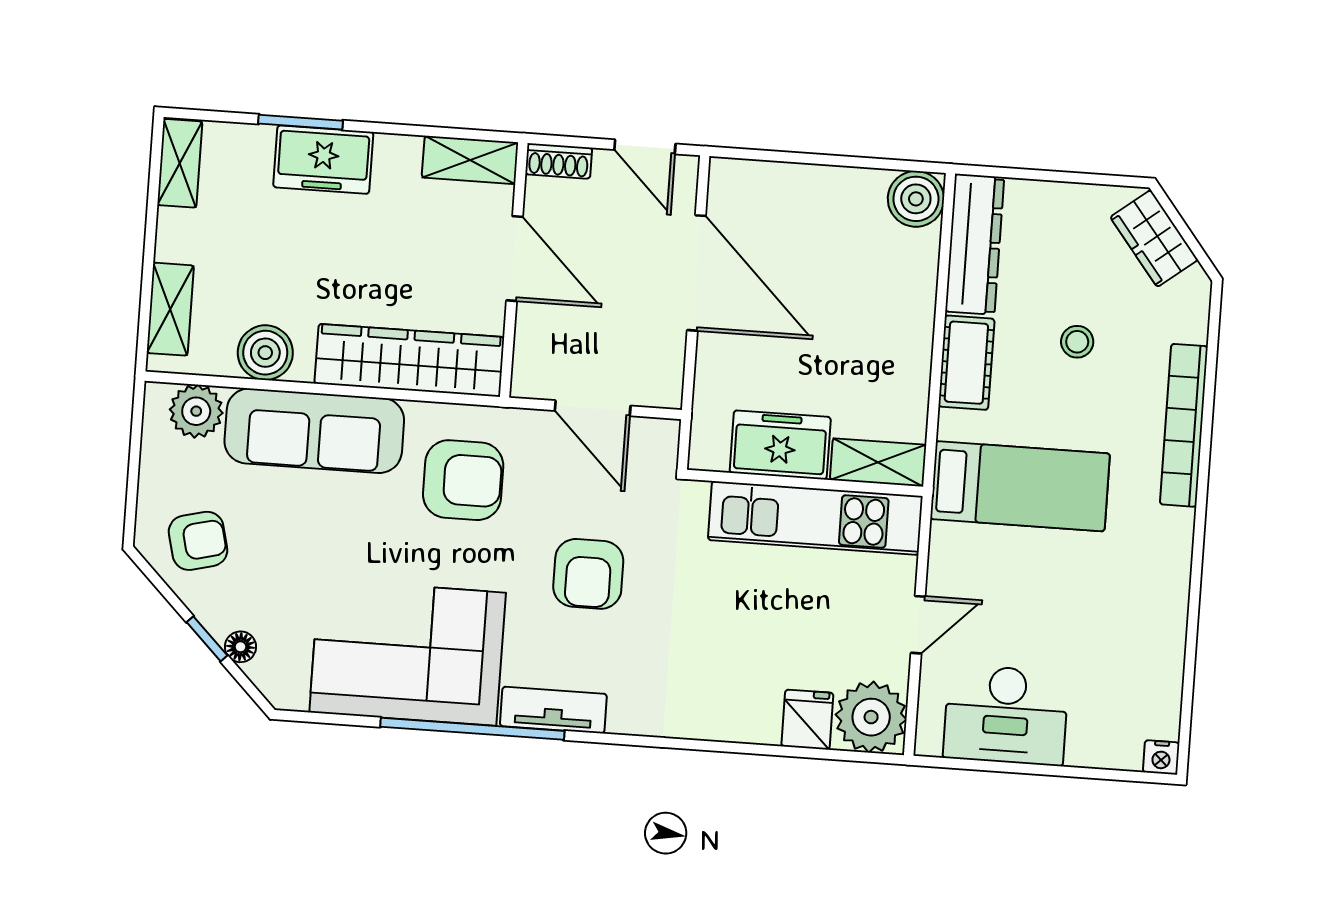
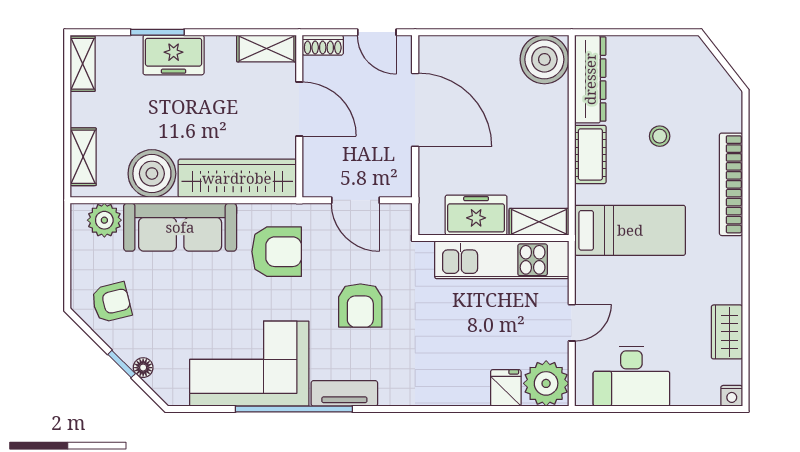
boiler: (916, 199) -> (544, 59), width x1.37, depth x1.37
wardrobe: (1154, 238) -> (727, 332), moved, turned 38
boiler: (265, 353) -> (152, 174), width x1.37, depth x1.37

